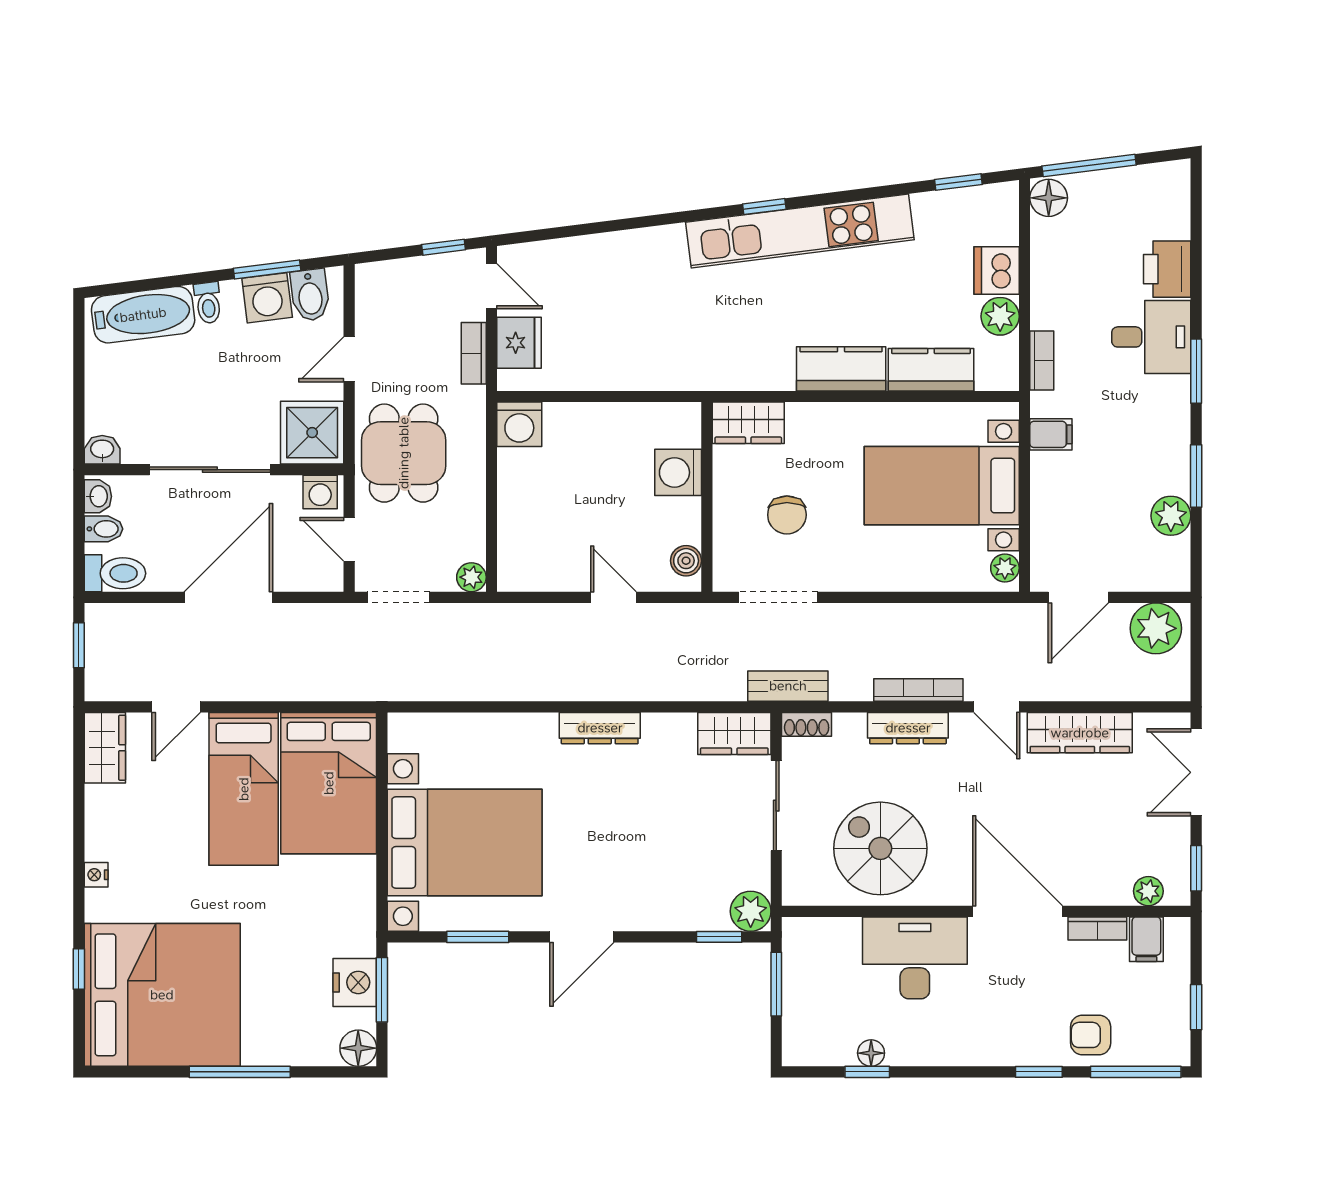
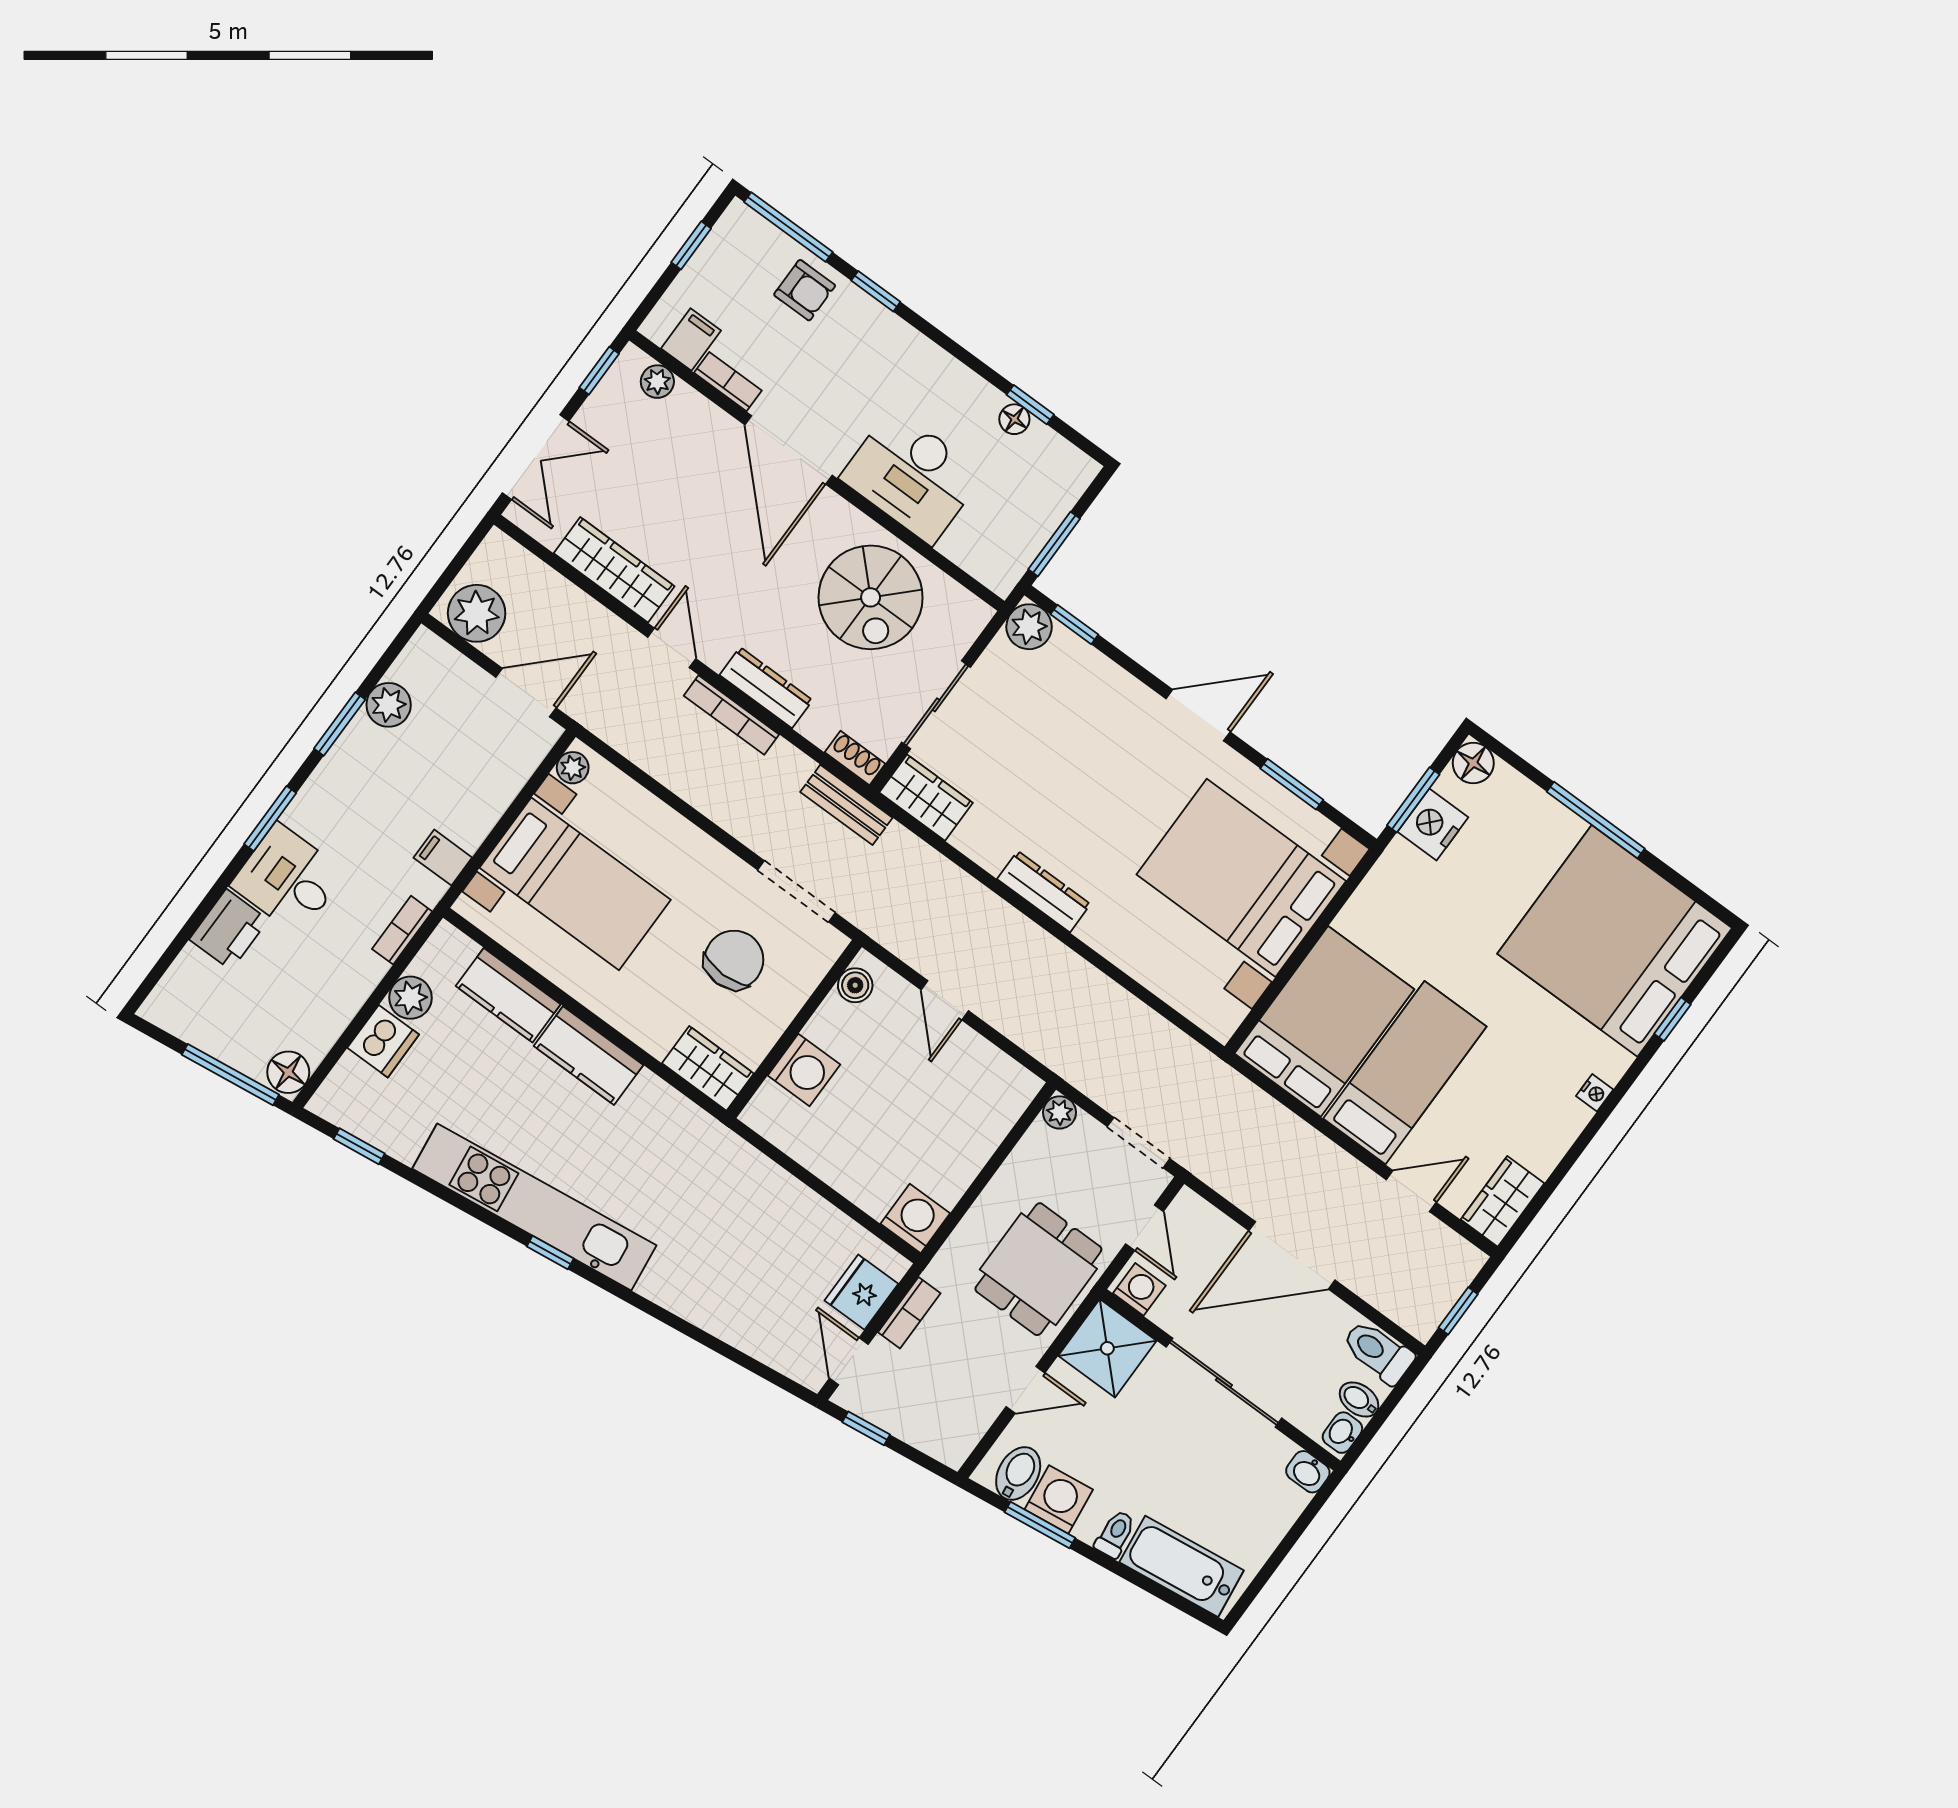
chair: (787, 515) -> (734, 960), width x1.37, depth x1.37

